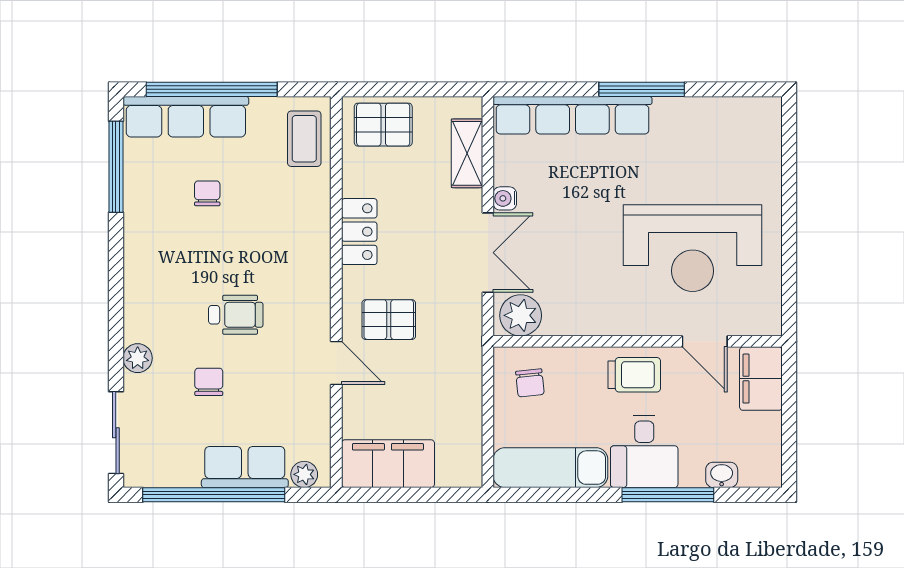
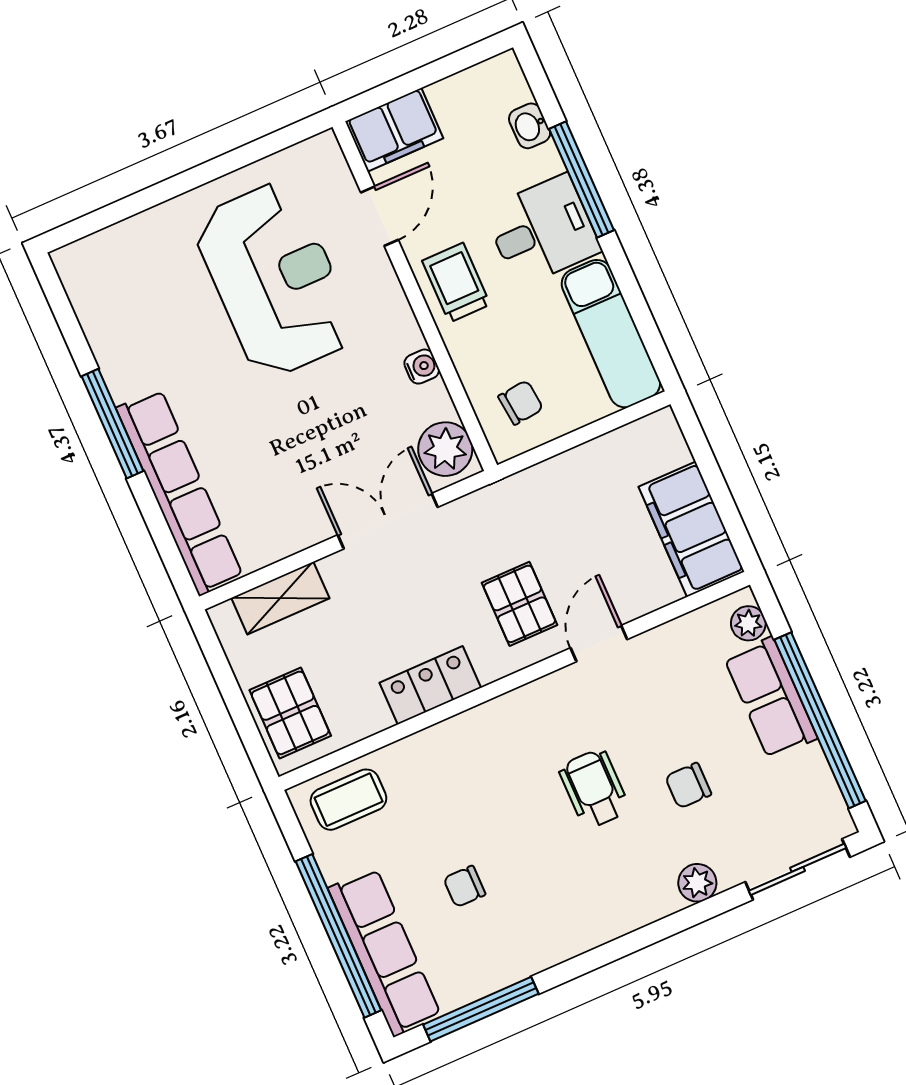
water cooler: (505, 198) -> (422, 367), moved, turned -90

